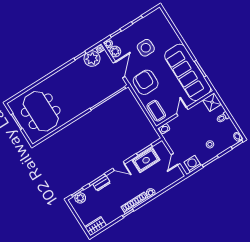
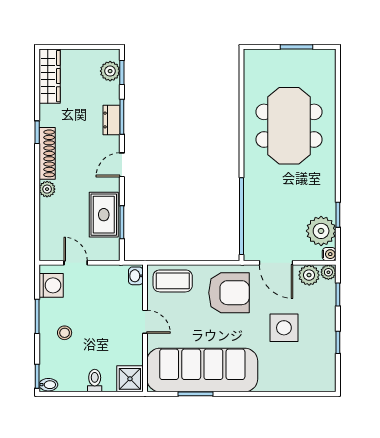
meeting table: (41, 111) -> (289, 126), moved, turned 90
wardrobe: (95, 226) -> (50, 76), width x1.50

